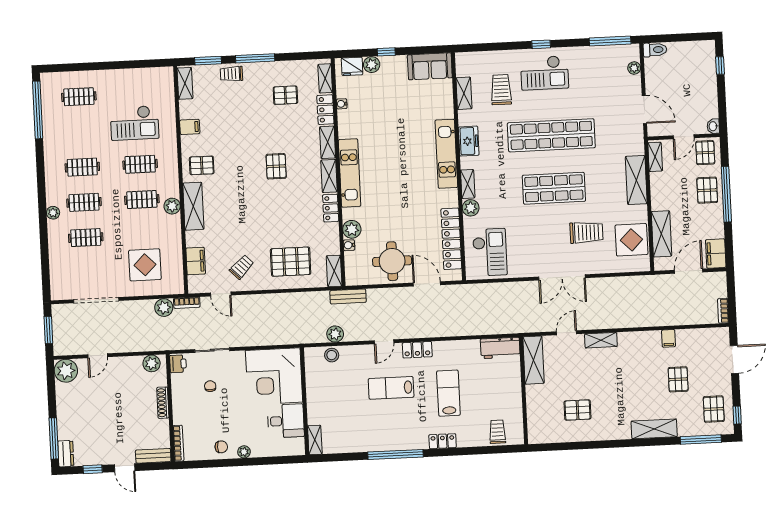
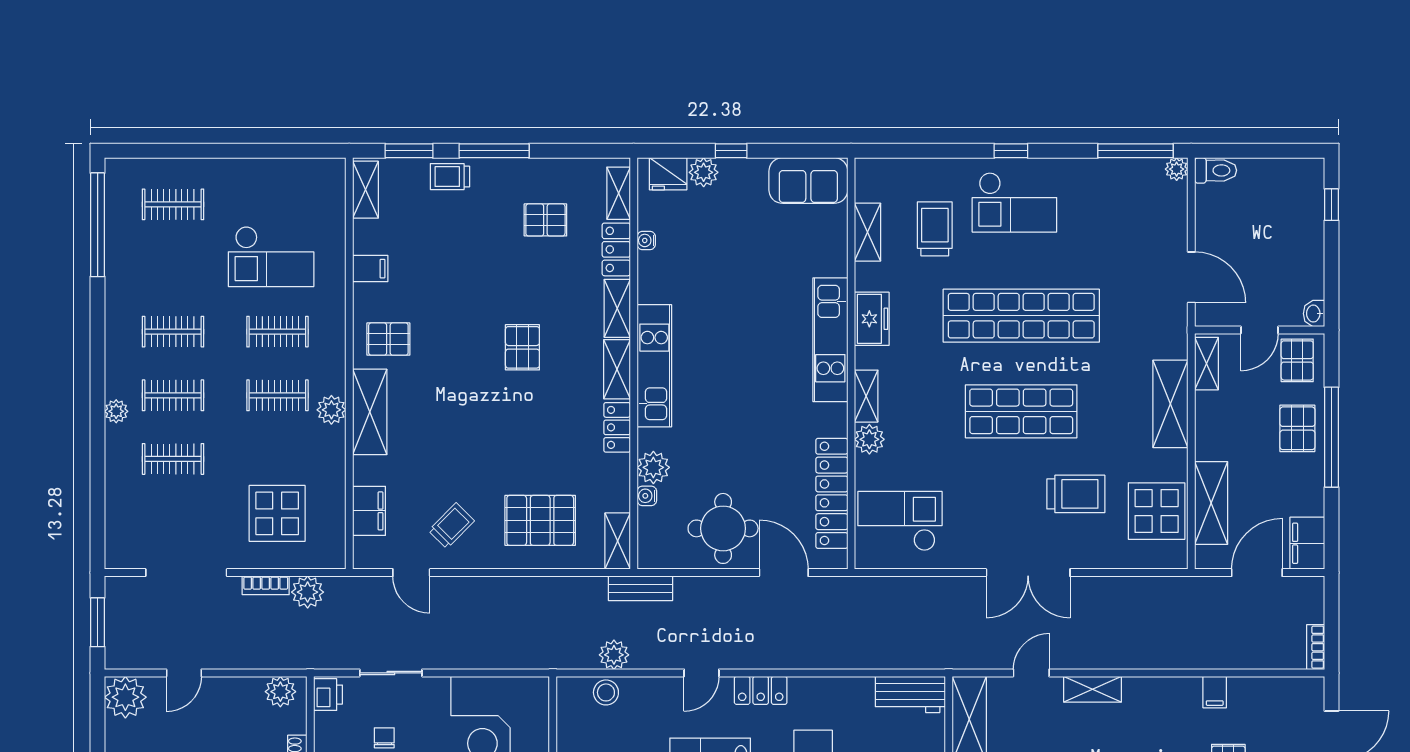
plant: (634, 68) -> (1177, 169), moved
checkout: (490, 252) -> (900, 521), turned -90
bookcase: (187, 303) -> (266, 585), moved

